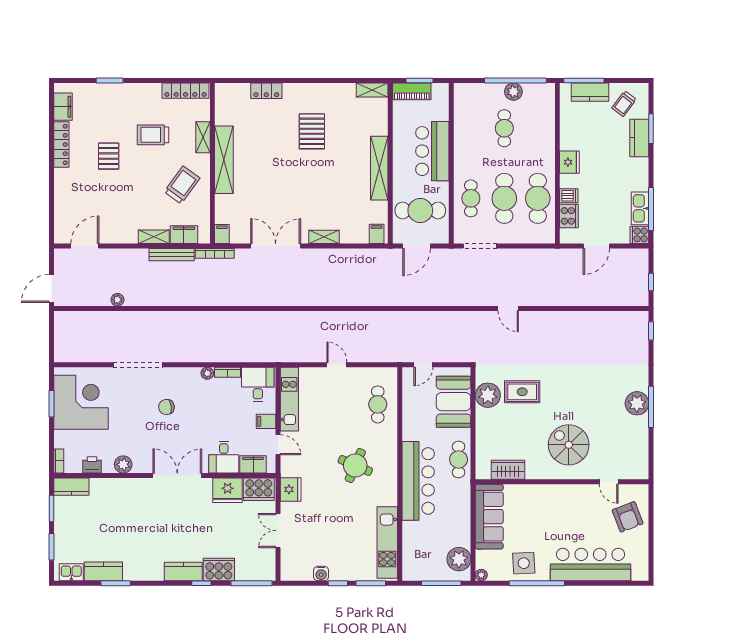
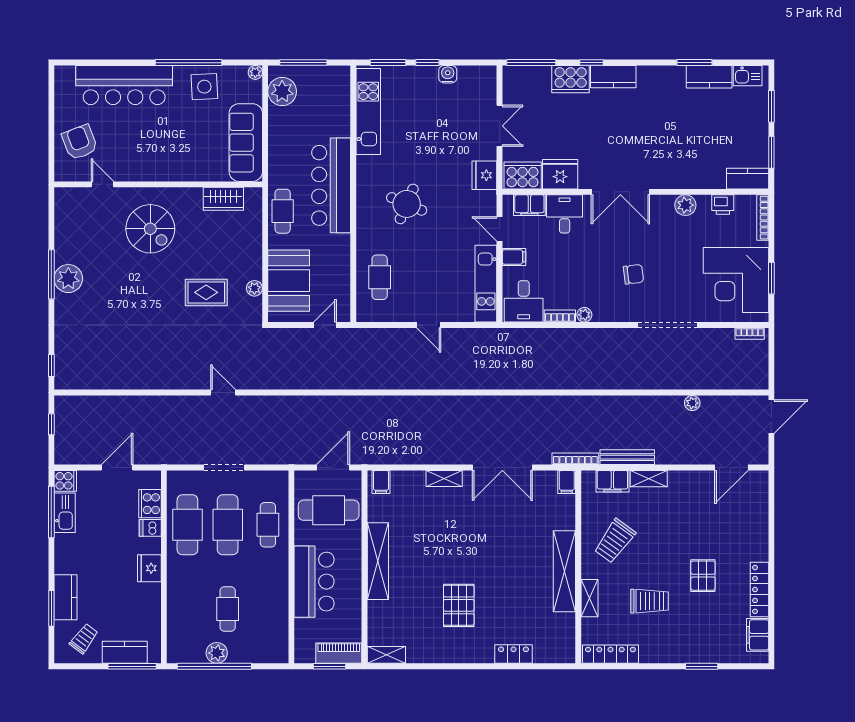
doorway: (480, 246) -> (224, 468), moved
bookcase: (70, 358) -> (750, 334), added
plant: (488, 395) -> (254, 288), width x0.53, depth x0.53
bookcase: (59, 461) -> (763, 218), width x1.56

